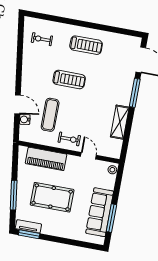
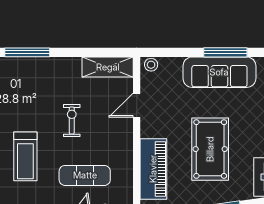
treadmill: (69, 79) -> (25, 156), turned 180
shelving: (120, 122) -> (108, 67), moved
exercise bike: (69, 139) -> (72, 120), moved

